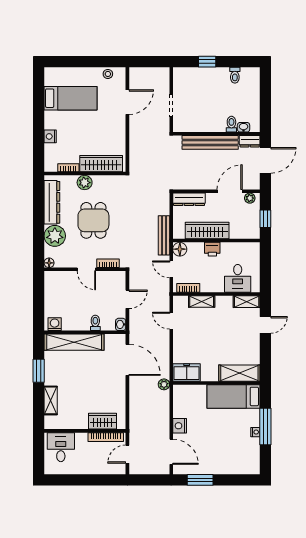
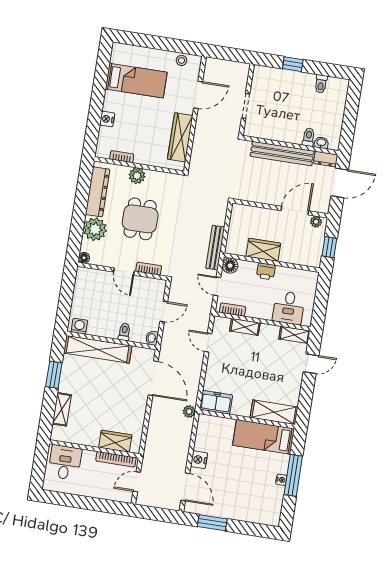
wardrobe: (101, 164) -> (180, 137), moved, turned -90
dresser: (189, 199) -> (249, 212), removed
wardrobe: (207, 231) -> (263, 250), width x0.67

